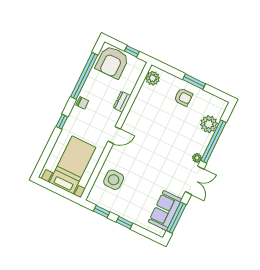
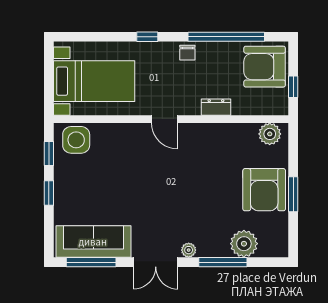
armchair: (183, 97) -> (264, 190), width x1.88, depth x1.88
window: (214, 141) -> (223, 262), width x0.68
side table: (114, 180) -> (76, 140), moved
sofa: (165, 211) -> (93, 241), width x1.36

